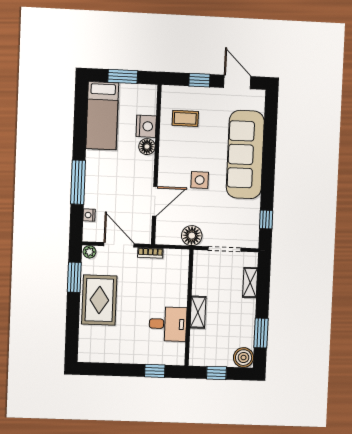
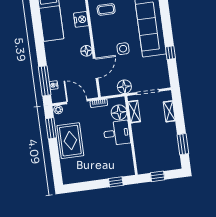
floor lamp: (147, 147) -> (86, 51), moved
window: (78, 182) -> (45, 81), moved
window: (266, 219) -> (170, 53), moved
floor lamp: (177, 271) -> (119, 112), added
shelving: (198, 312) -> (134, 112), moved
desk: (168, 324) -> (117, 133), moved
boiler: (244, 358) -> (174, 163), removed

